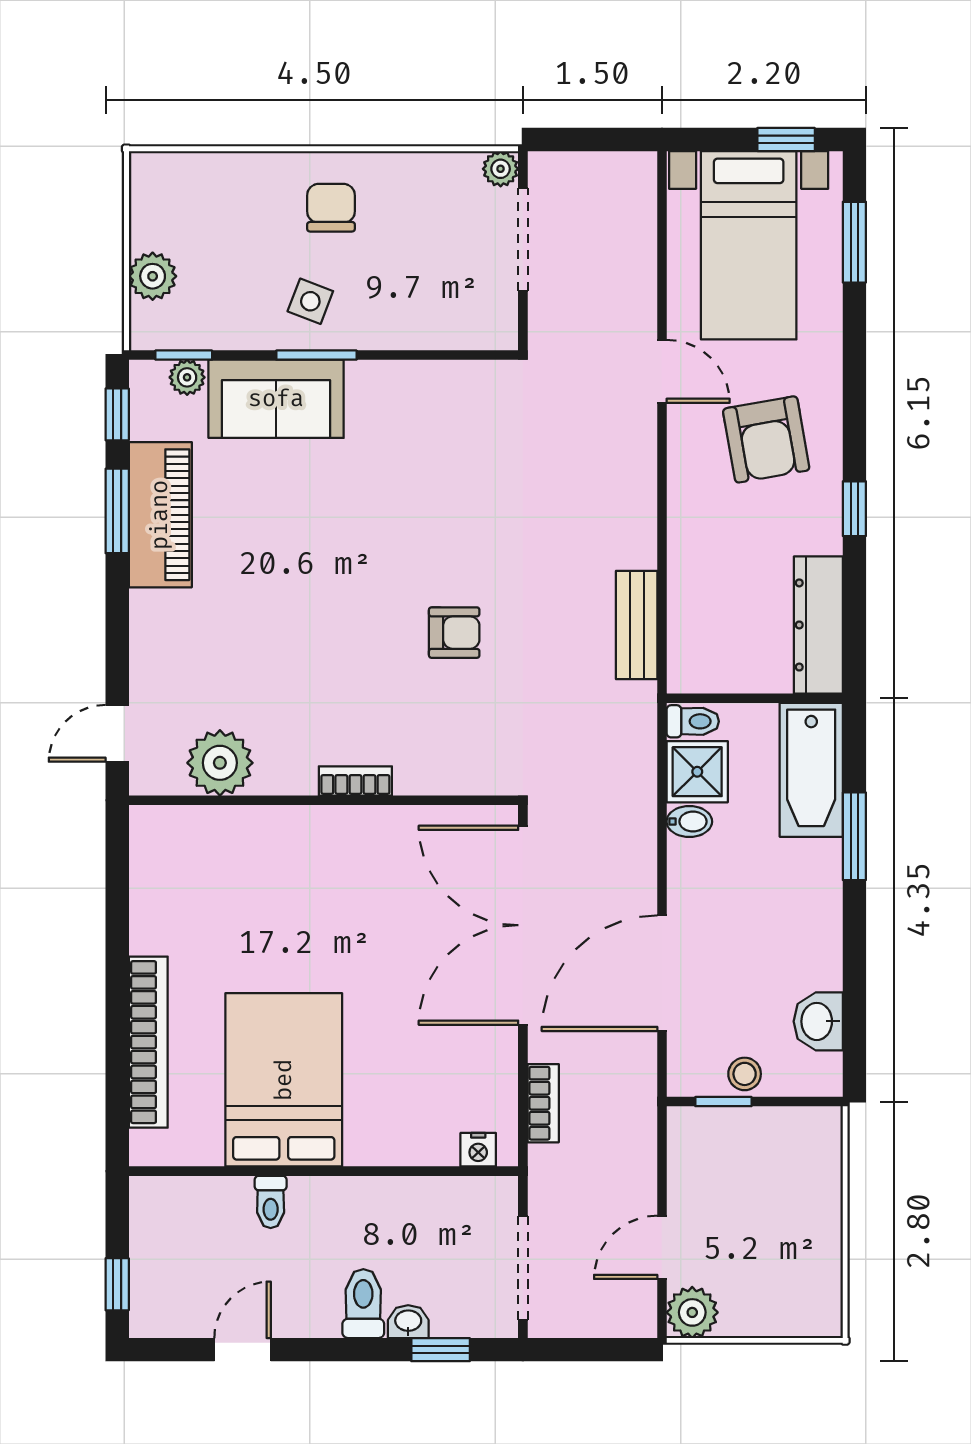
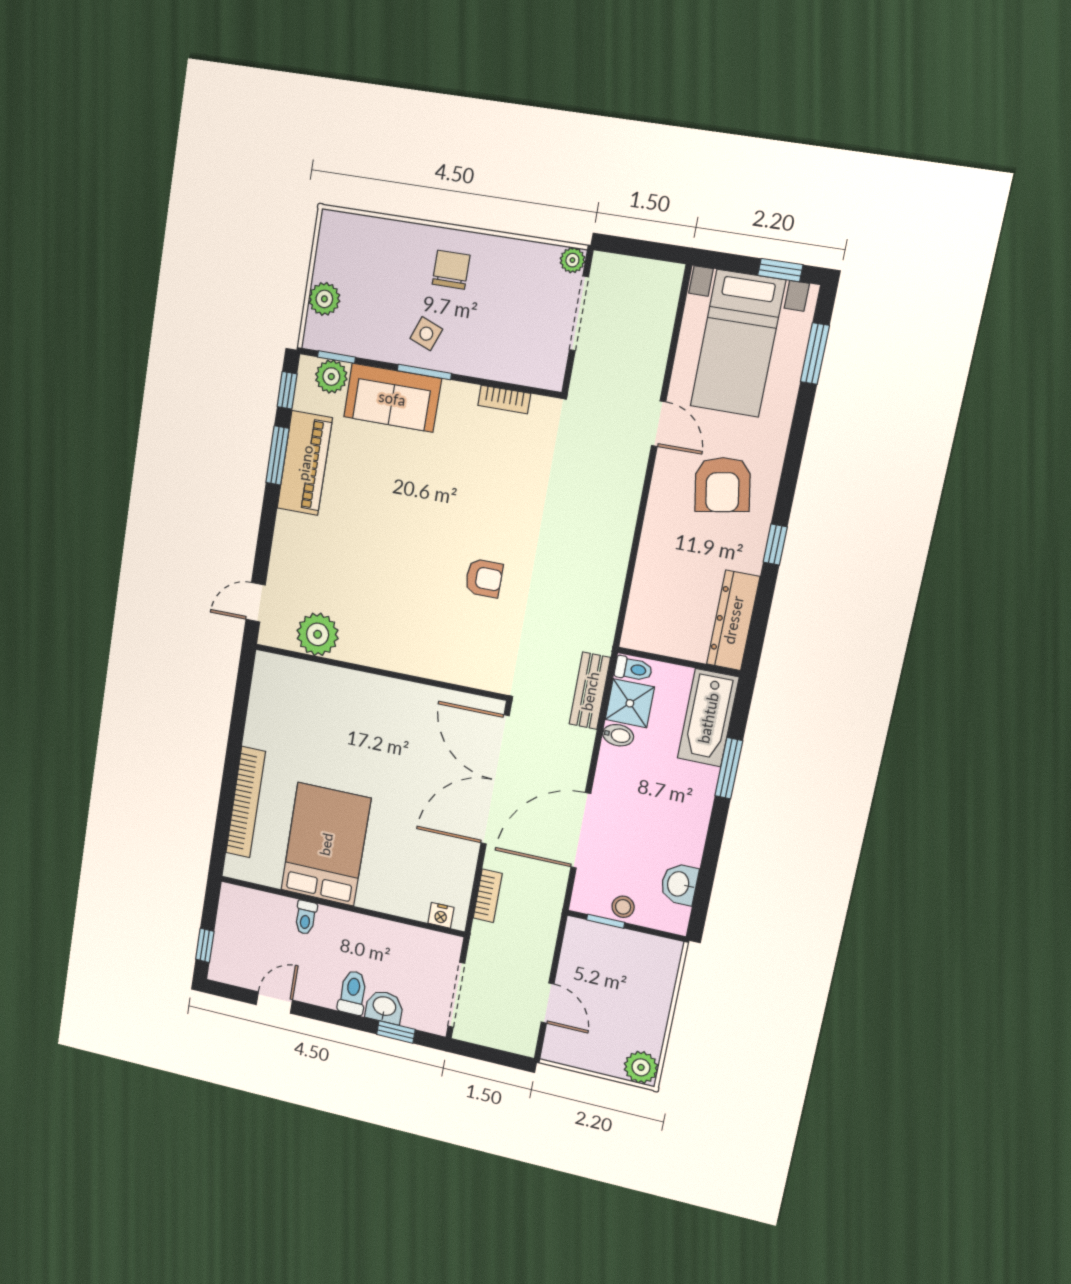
plant: (187, 377) -> (331, 377), width x1.38, depth x1.38
bench: (637, 625) -> (590, 691), moved
bookcase: (355, 781) -> (504, 399), moved, turned 180
door: (662, 1247) -> (548, 1003), swing flipped
plant: (692, 1312) -> (641, 1067), moved
washbasin: (408, 1322) -> (384, 1007), width x1.38, depth x1.45

